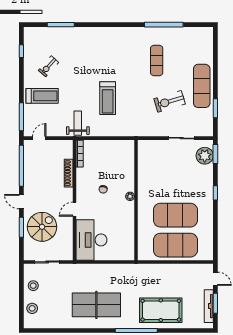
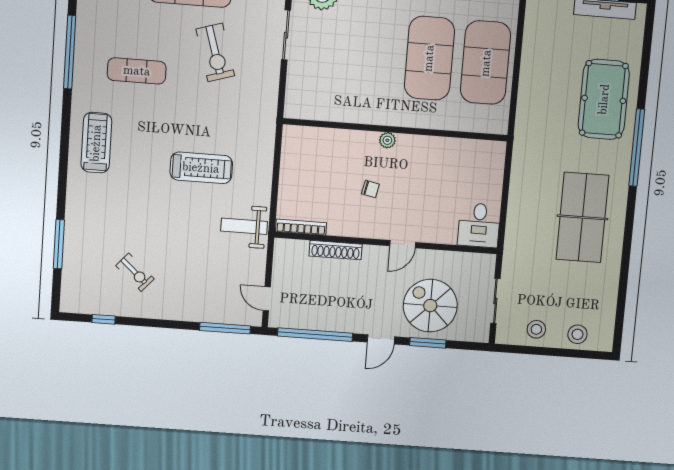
treadmill: (42, 96) -> (96, 143), moved
door: (75, 209) -> (403, 244), hinge flipped
desk: (92, 240) -> (479, 225), width x0.53, depth x0.77

